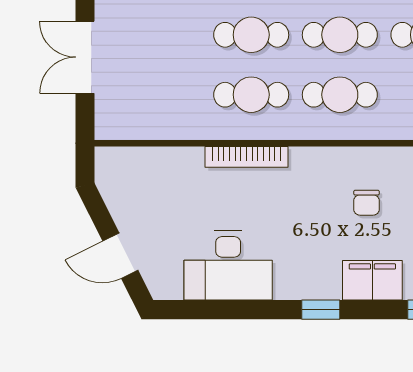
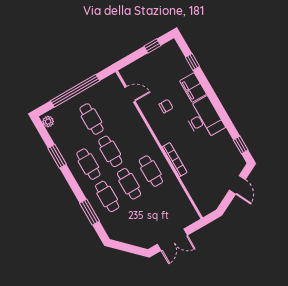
cafe table: (340, 95) -> (132, 139), removed
desk: (228, 266) -> (204, 119), moved
window: (321, 310) -> (241, 145), moved

